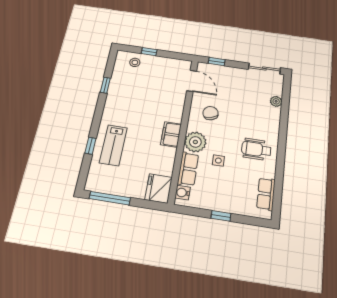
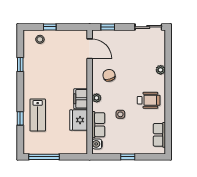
plant: (276, 101) -> (161, 70), moved
plant: (195, 142) -> (97, 98), width x0.53, depth x0.53
wheelchair: (256, 149) -> (149, 100), turned 180
fridge: (159, 189) -> (79, 120), moved

